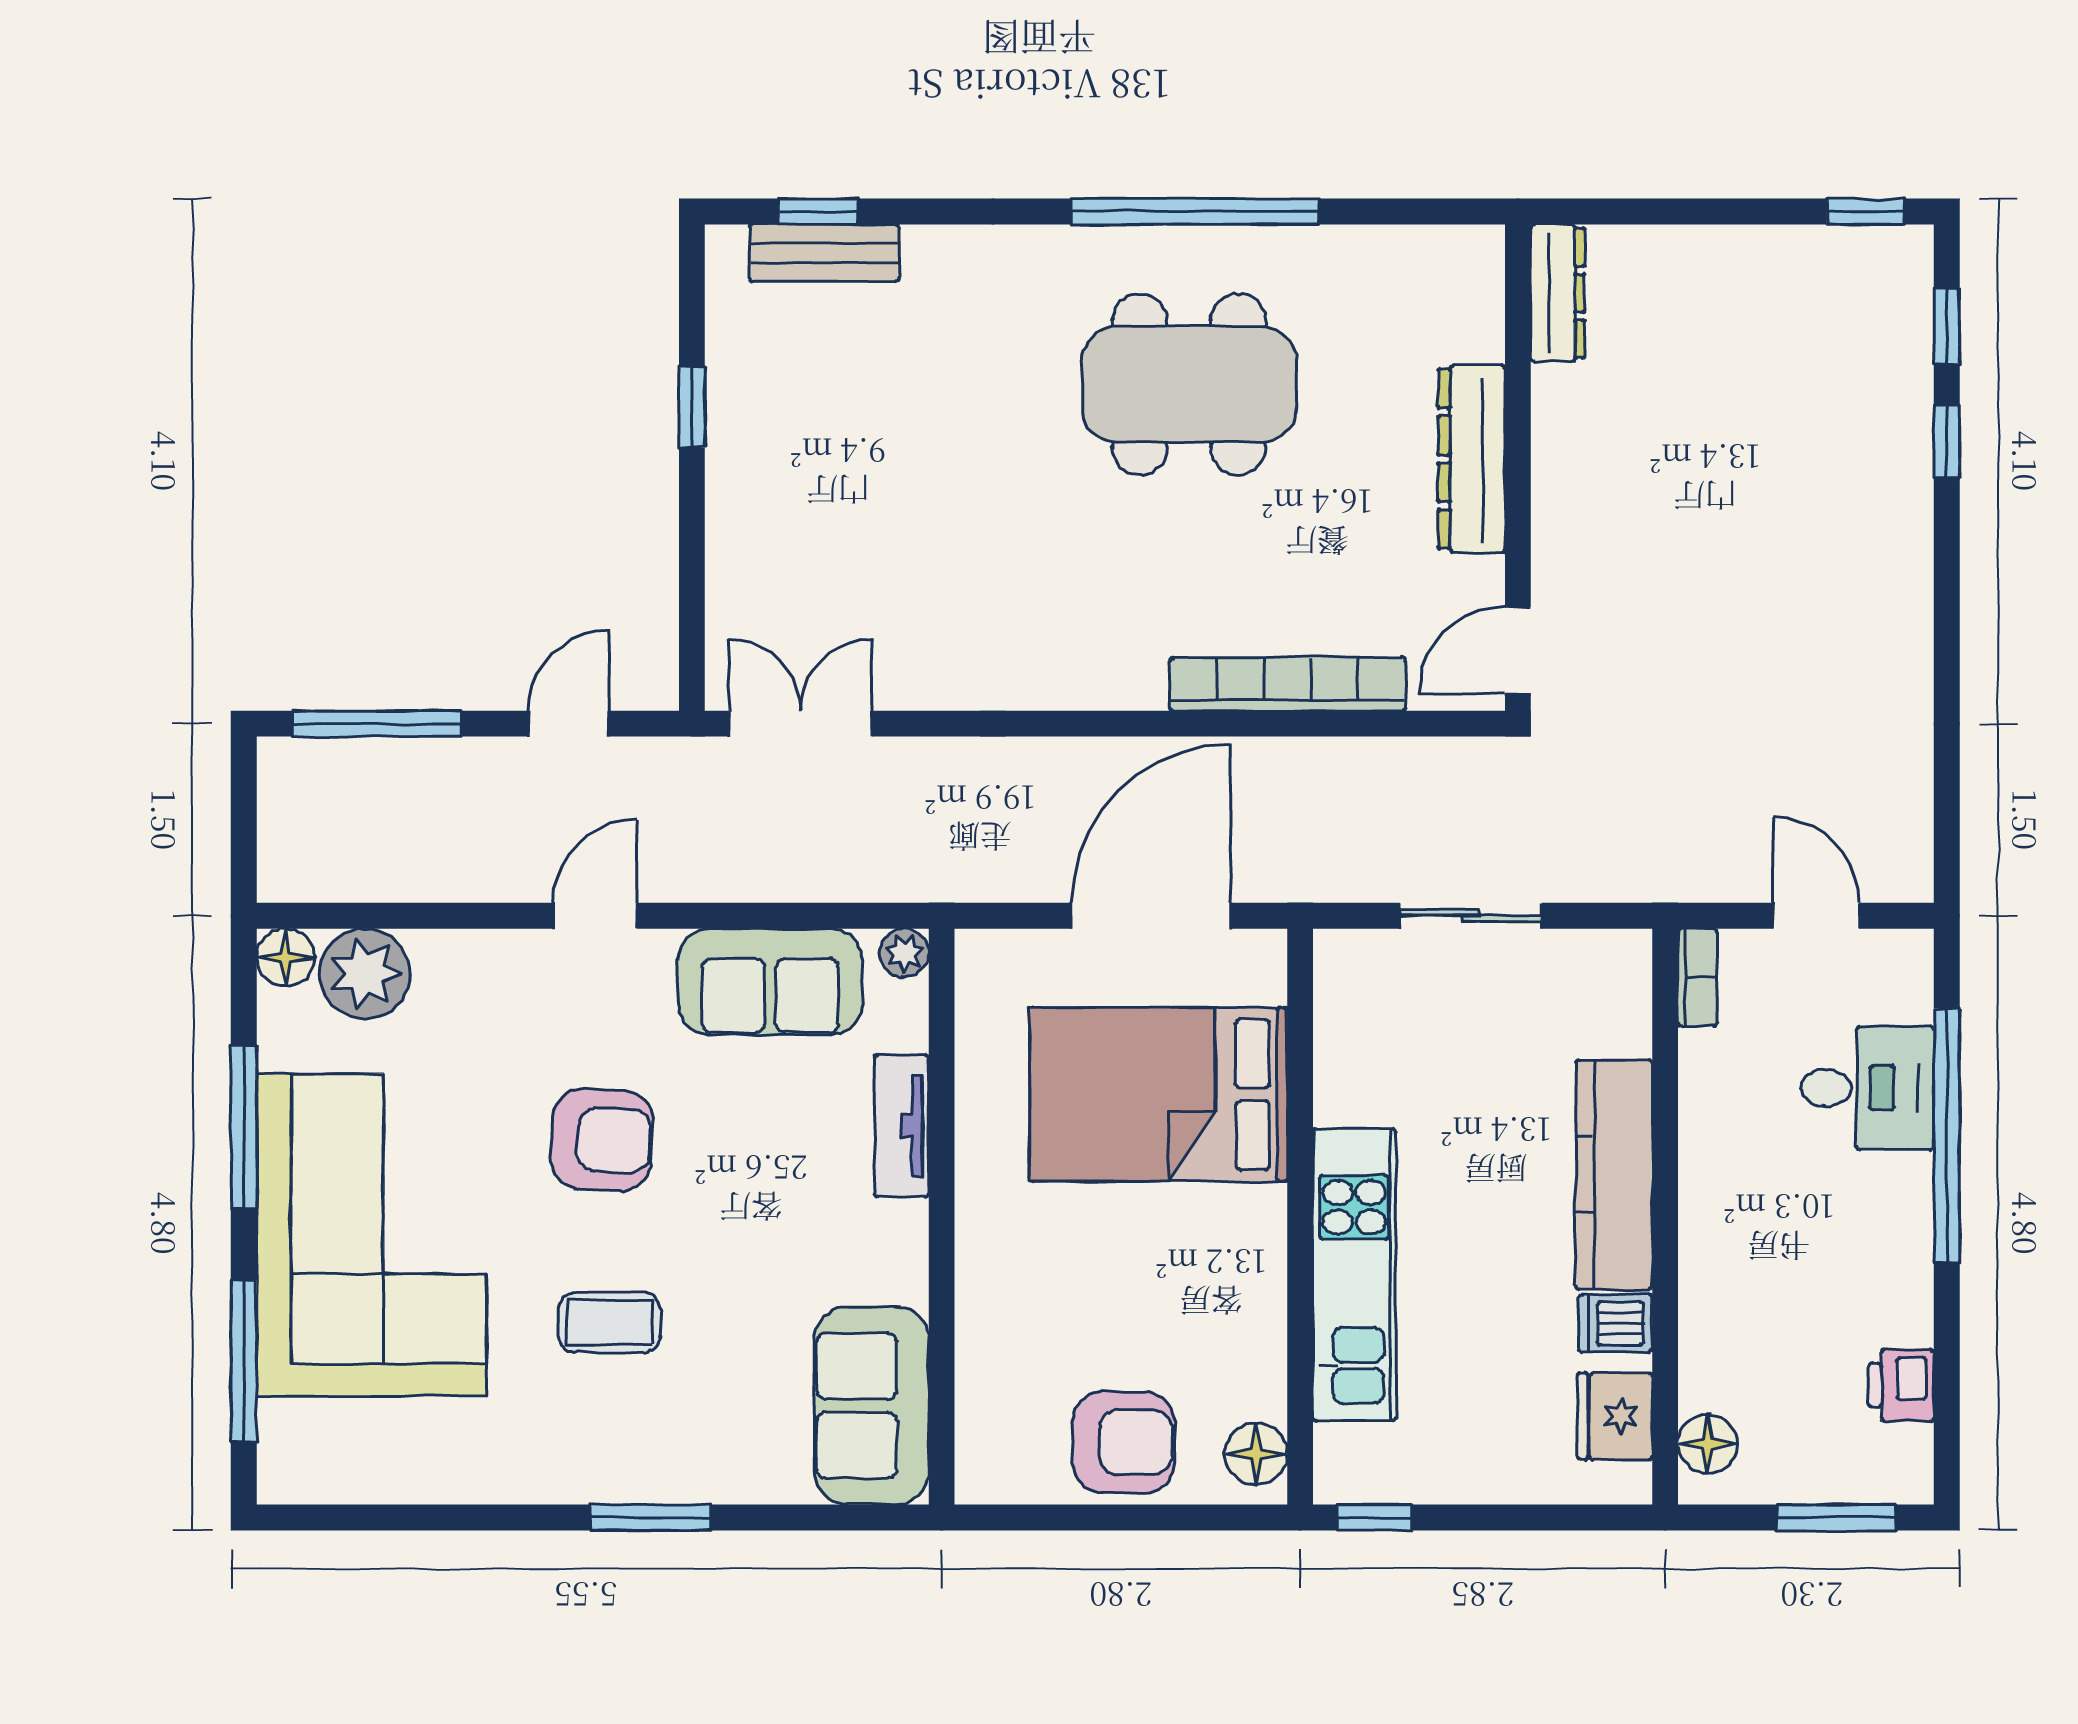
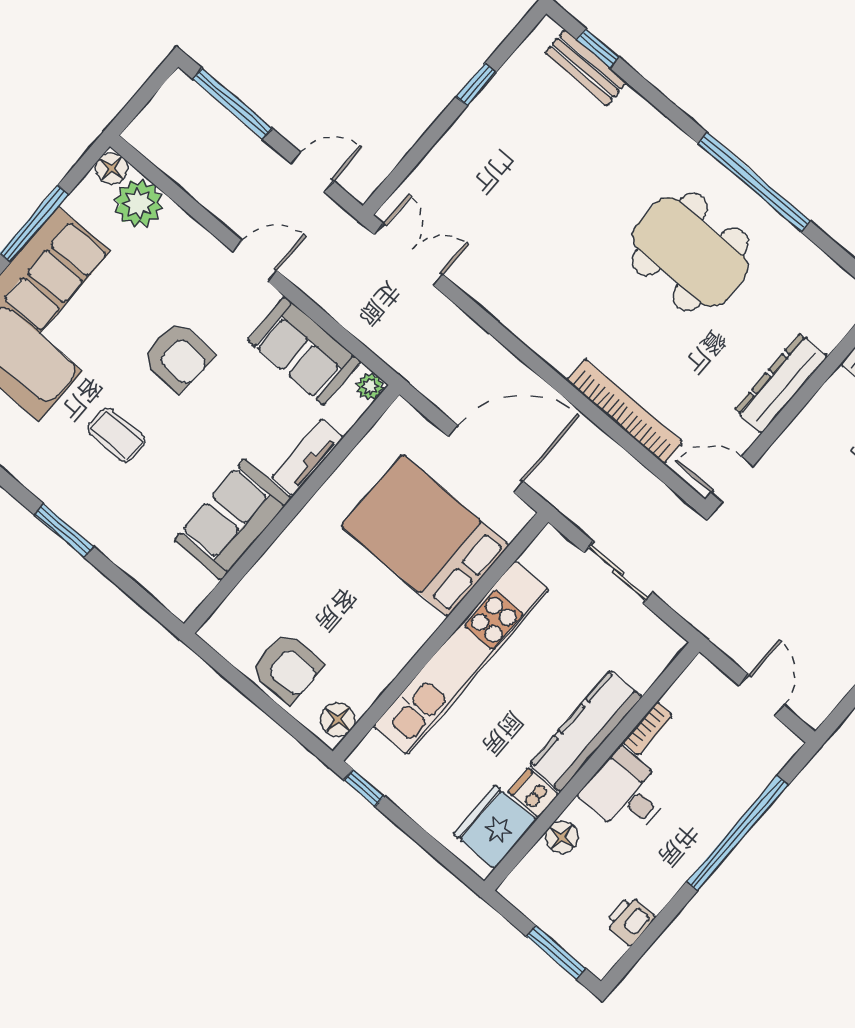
bookcase: (1697, 977) -> (648, 729), moved
desk: (1867, 1088) -> (626, 793), moved, turned 180
kitchen unit: (1354, 1275) -> (461, 658), width x1.36
sofa: (872, 1406) -> (233, 519), moved
fridge: (1615, 1416) -> (495, 827), width x1.36, depth x1.34
floor lamp: (1708, 1444) -> (562, 837), moved

